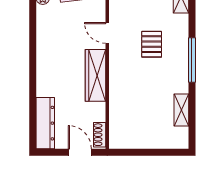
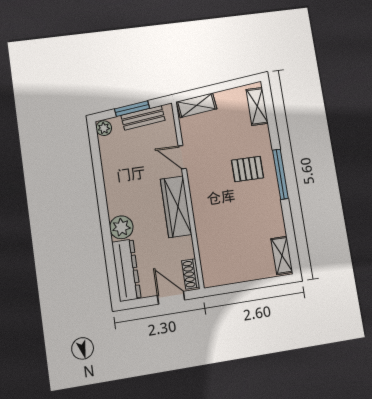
pallet: (152, 44) -> (248, 169), moved, turned 90
plant: (46, 86) -> (121, 227), added
shelving: (181, 110) -> (282, 255), moved

